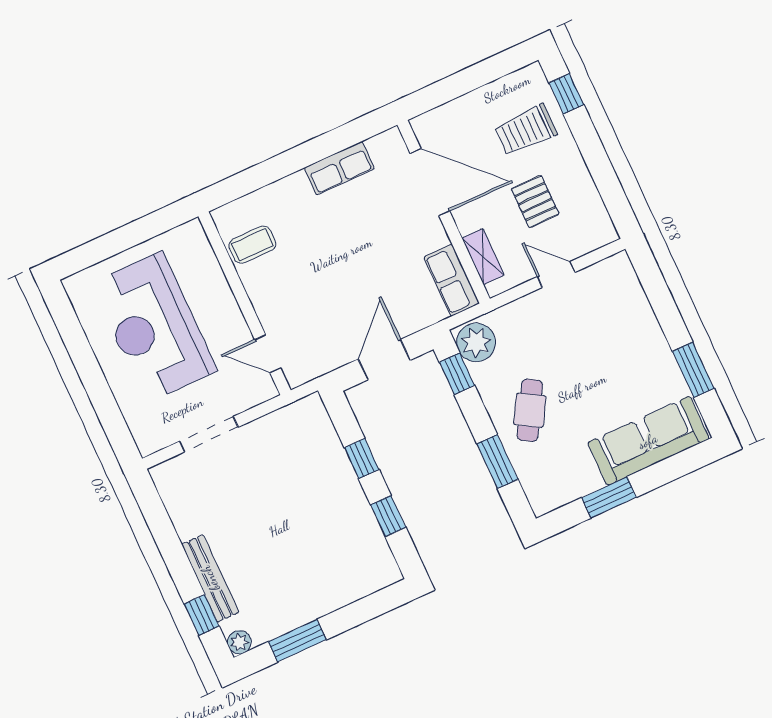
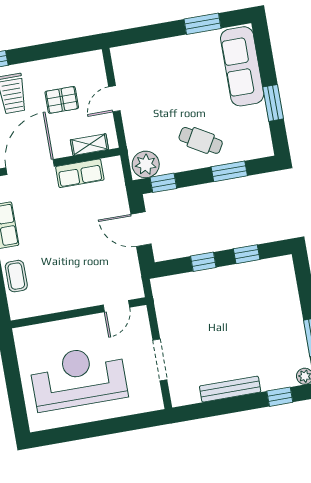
coffee table: (252, 245) -> (16, 276), moved
row of seats: (452, 280) -> (80, 173), moved
reception desk: (154, 327) -> (78, 378), turned 180
bench: (210, 578) -> (230, 389), moved

